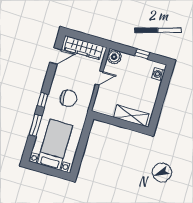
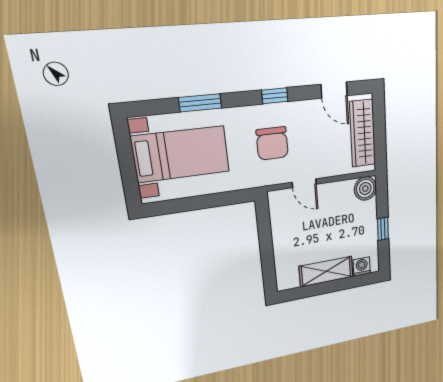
door: (99, 78) -> (304, 183), moved
window: (43, 100) -> (275, 96), moved
shelving: (131, 116) -> (326, 271), moved, turned 90

